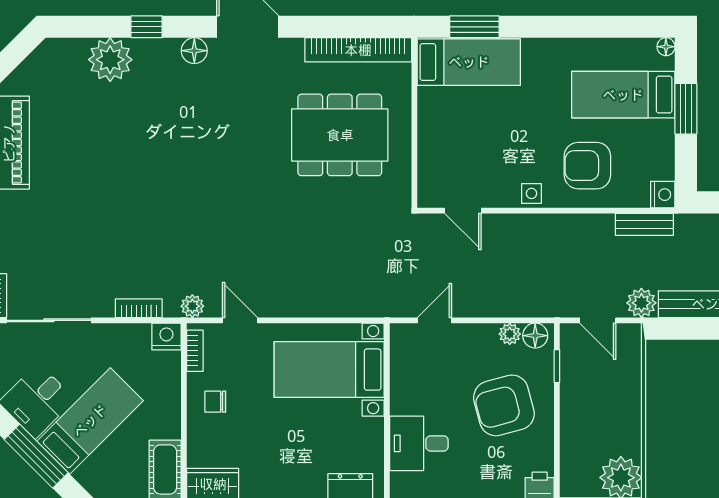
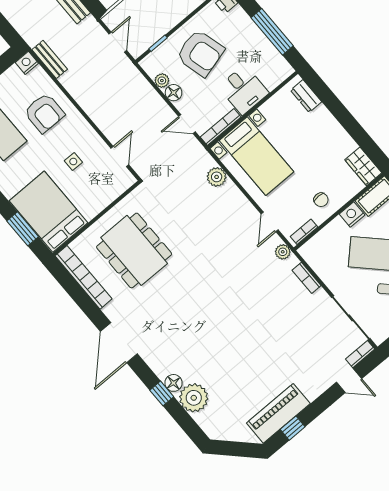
floor lamp: (194, 51) -> (173, 383), moved
bed: (469, 62) -> (49, 212), width x1.50
side table: (531, 193) -> (73, 162), moved
plant: (641, 303) -> (217, 177), moved
floor lamp: (535, 336) -> (174, 93), moved
nightstand: (166, 337) -> (352, 215), moved, turned 90
bookcase: (398, 357) -> (221, 127), added
desk: (419, 443) -> (243, 90), moved

